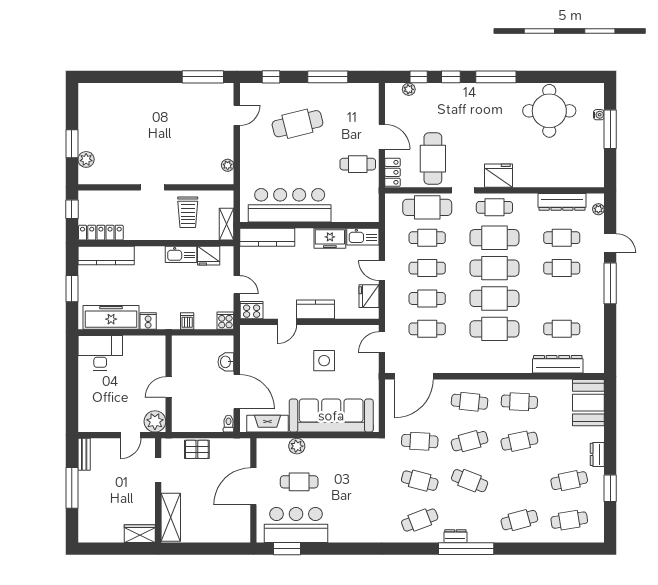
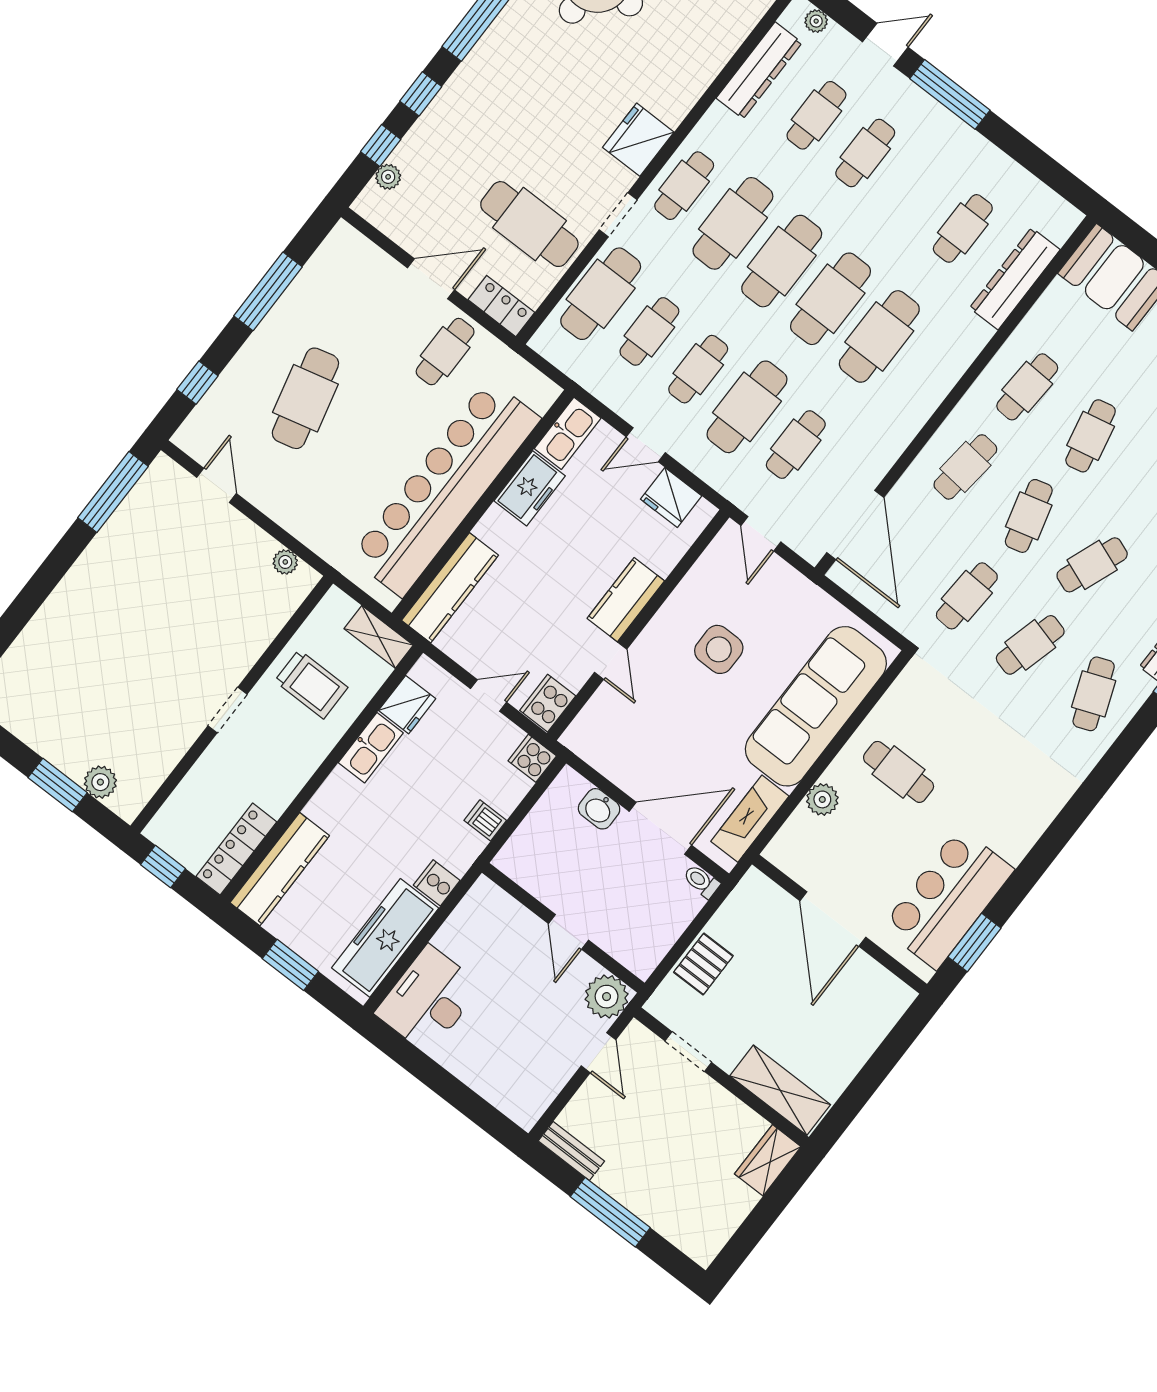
bar counter: (290, 205) -> (445, 488), width x1.36
cafe table: (427, 298) -> (747, 407), width x1.37, depth x1.35
cafe table: (299, 482) -> (899, 772), moved, turned 90

